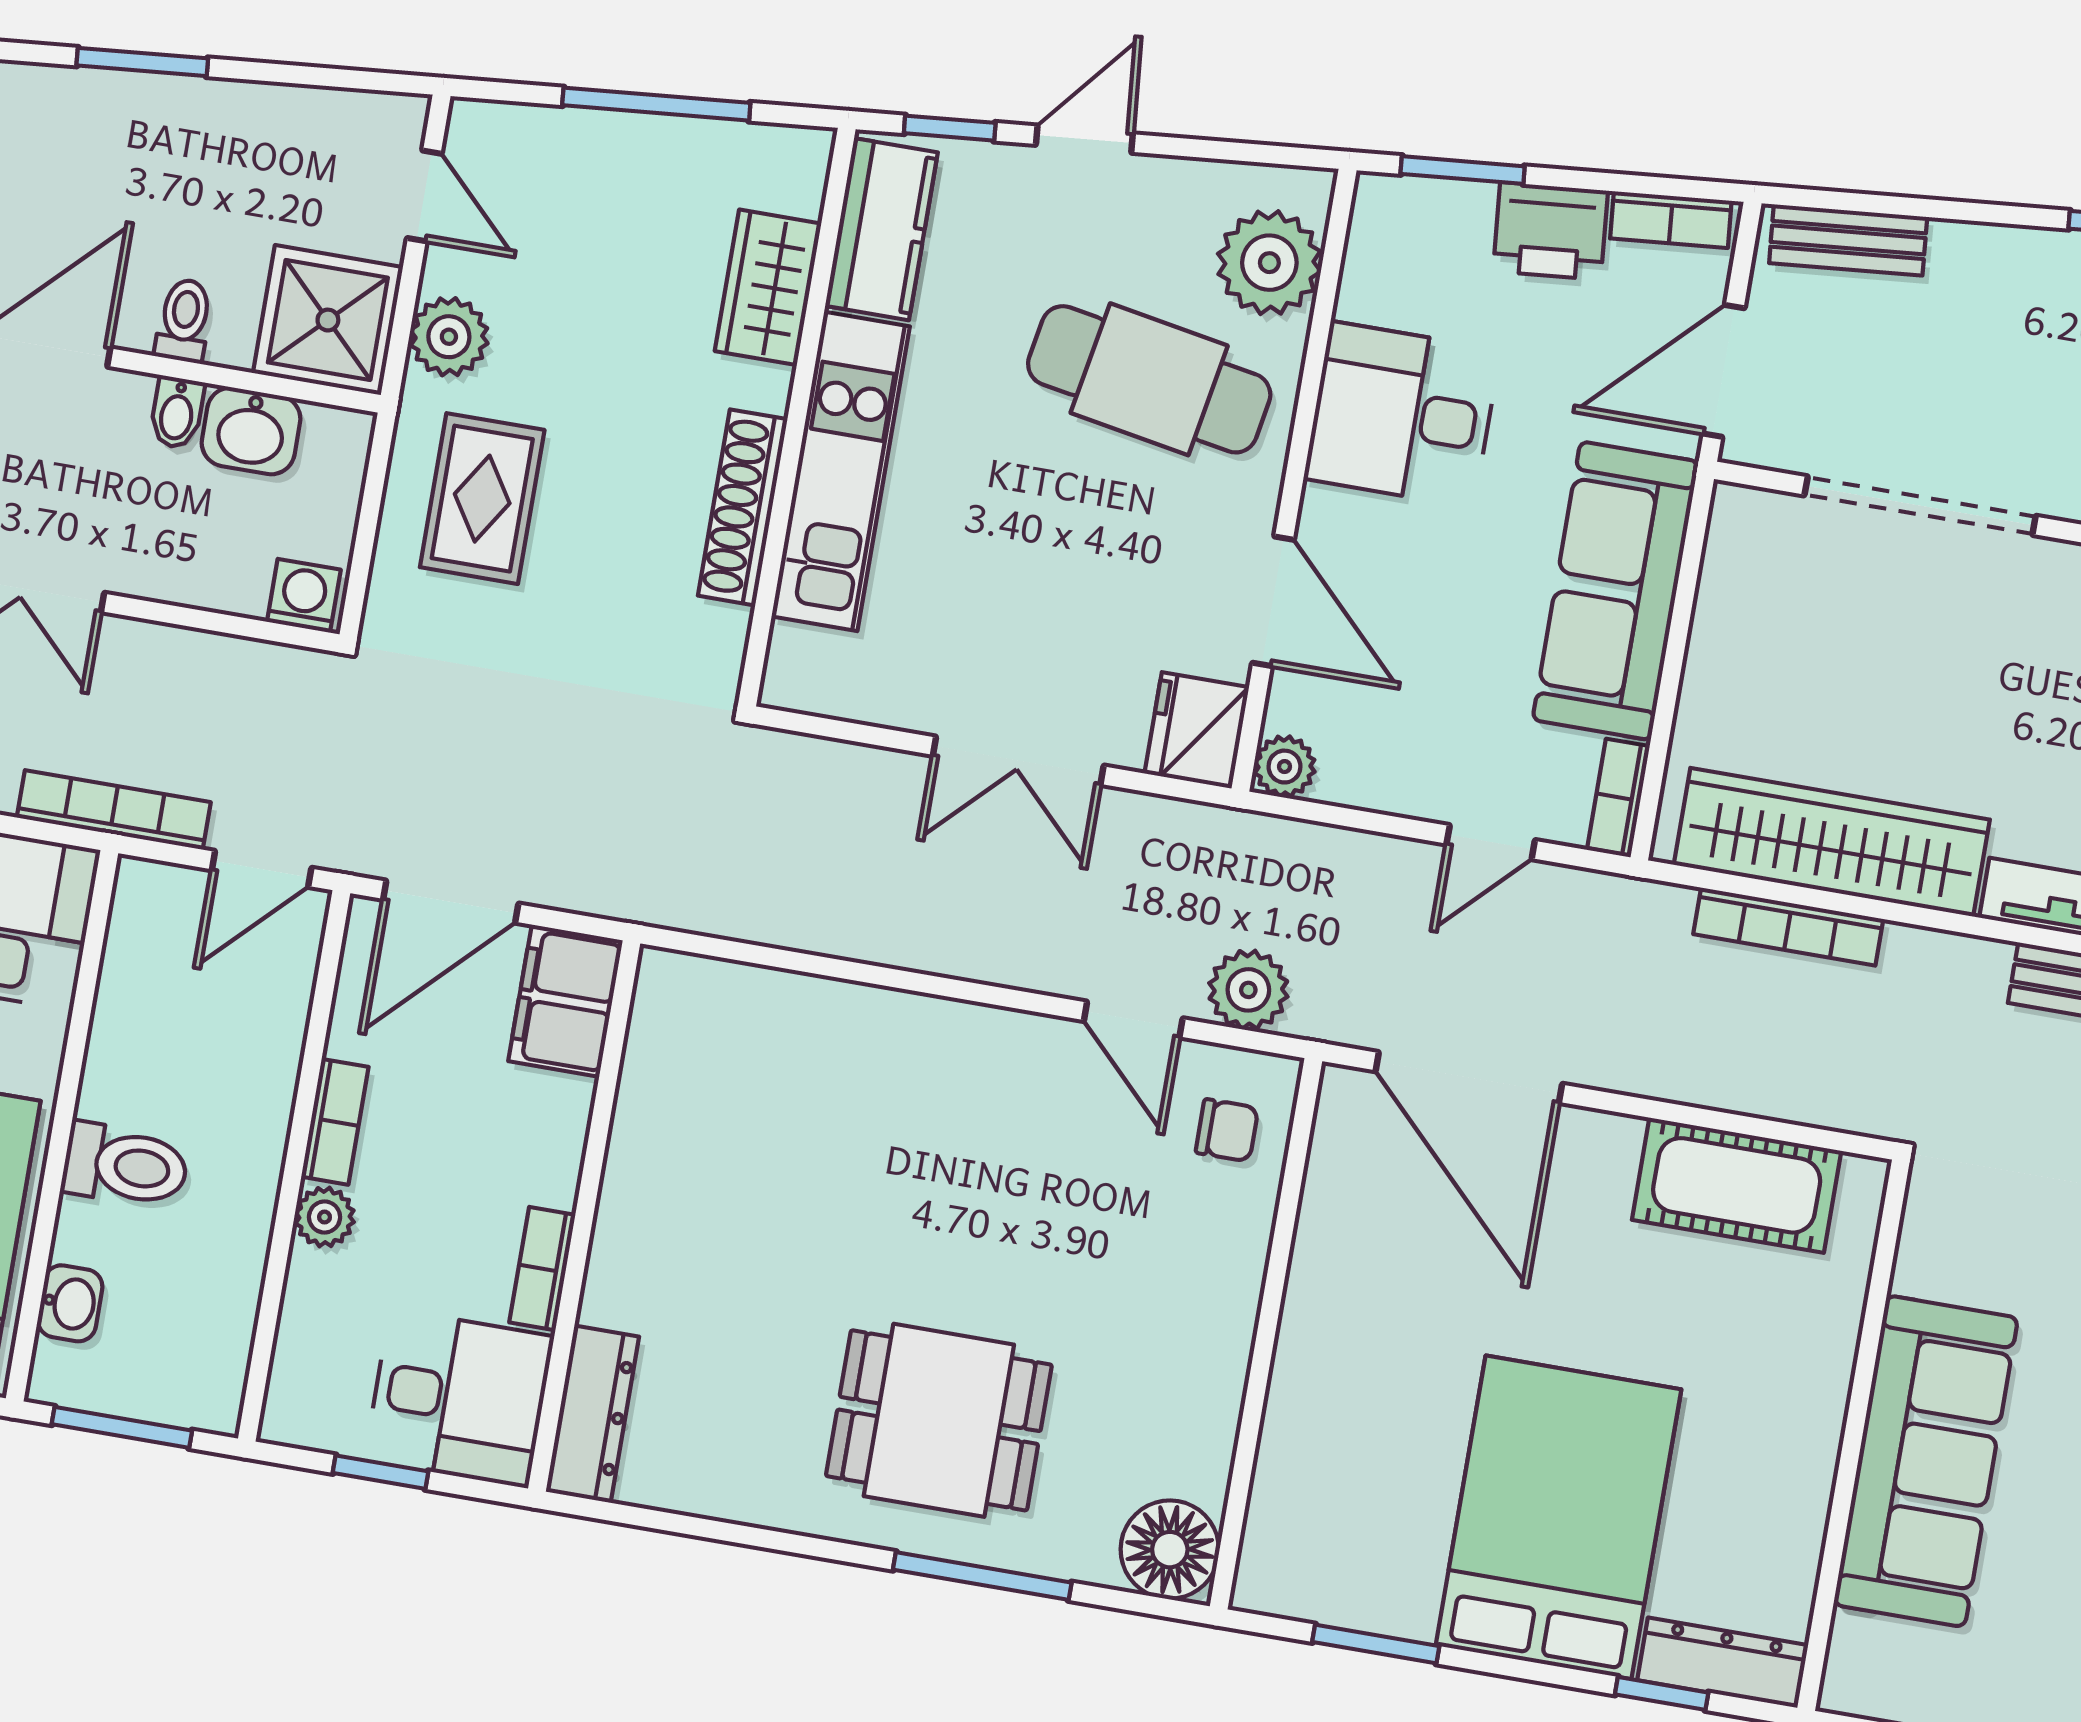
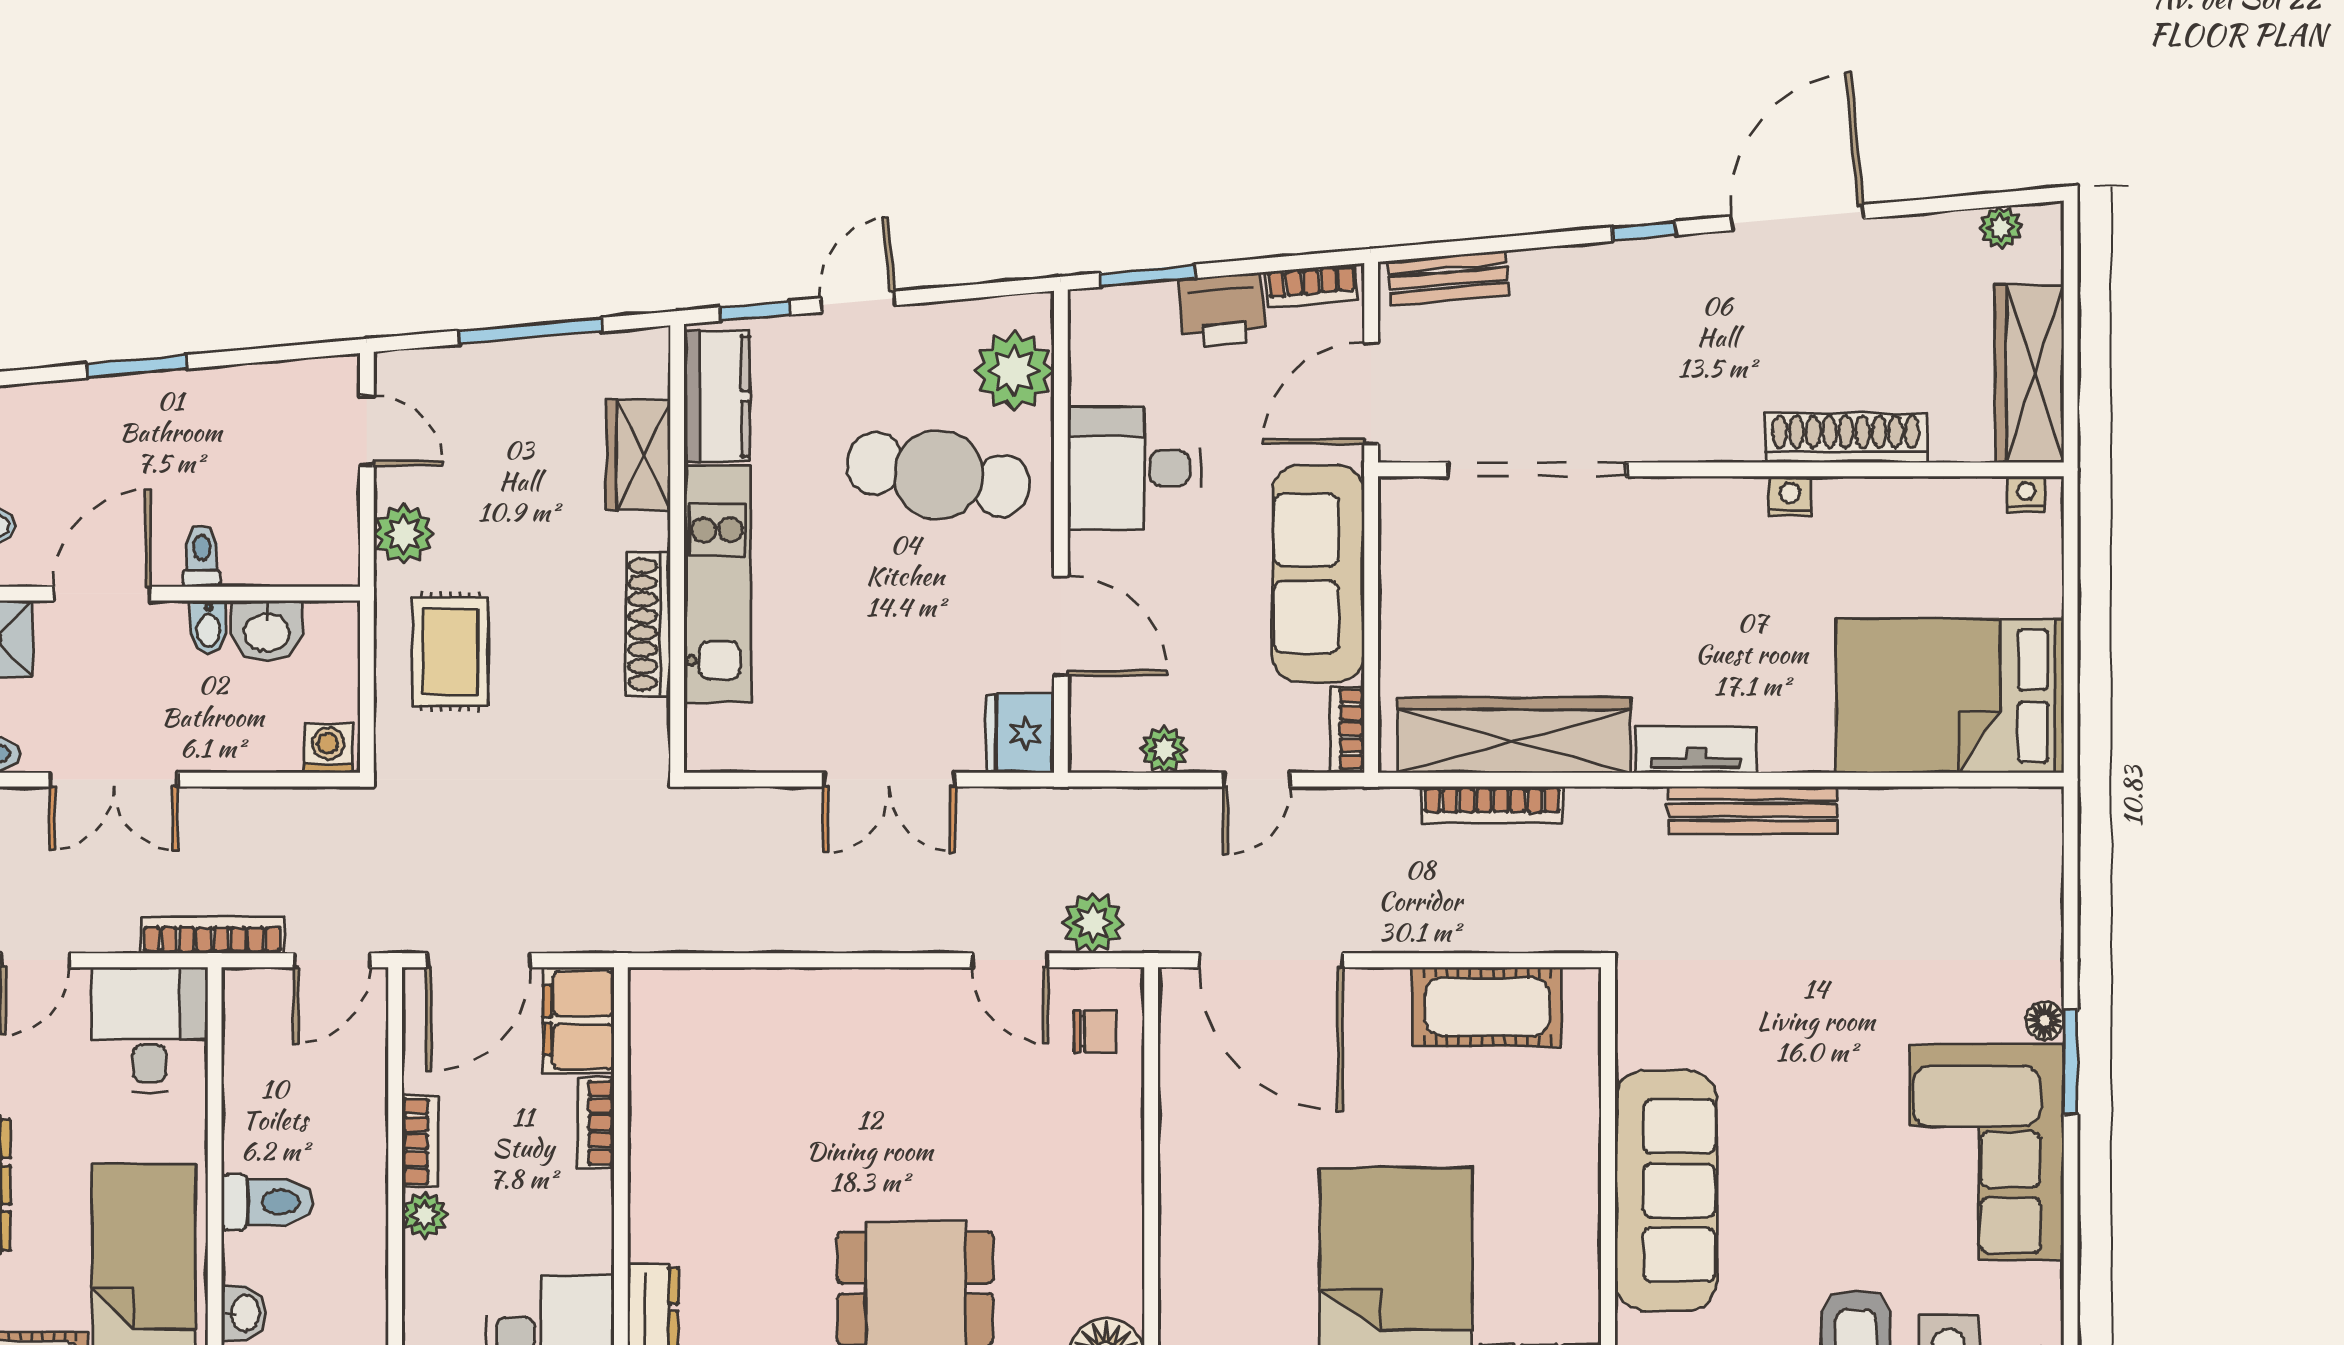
shower: (328, 320) -> (310, 537), removed
plant: (1285, 767) -> (1164, 749), moved
bookcase: (542, 1269) -> (596, 1123), moved

